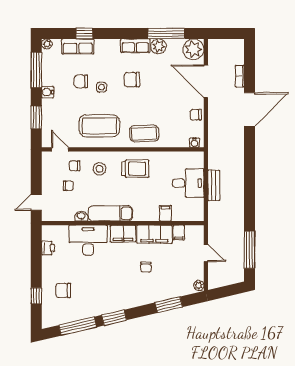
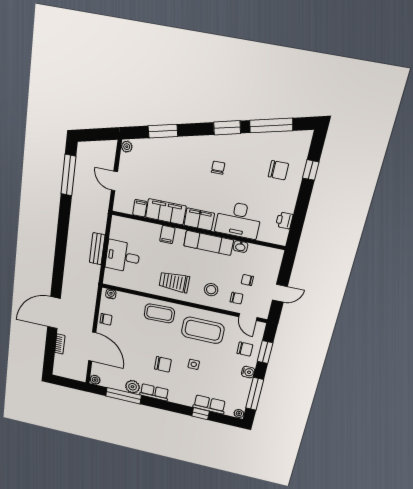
plant: (193, 49) -> (95, 380), width x0.53, depth x0.53
chair: (81, 81) -> (245, 349), moved
door: (36, 202) -> (280, 293), moved
filing cabinet: (165, 213) -> (167, 235), moved
chair: (146, 267) -> (218, 168), moved

